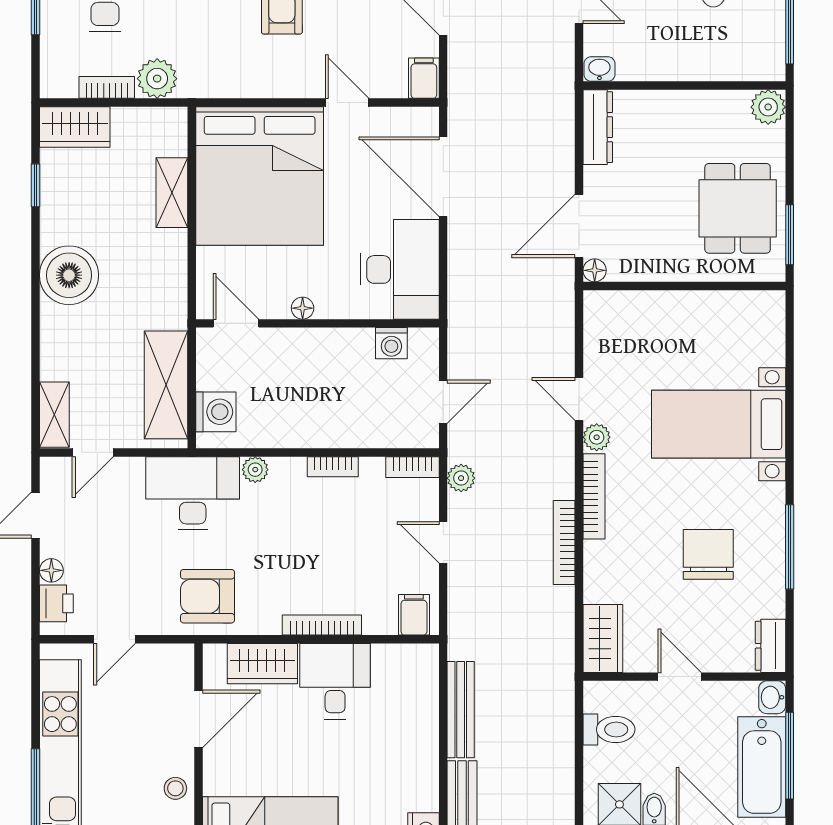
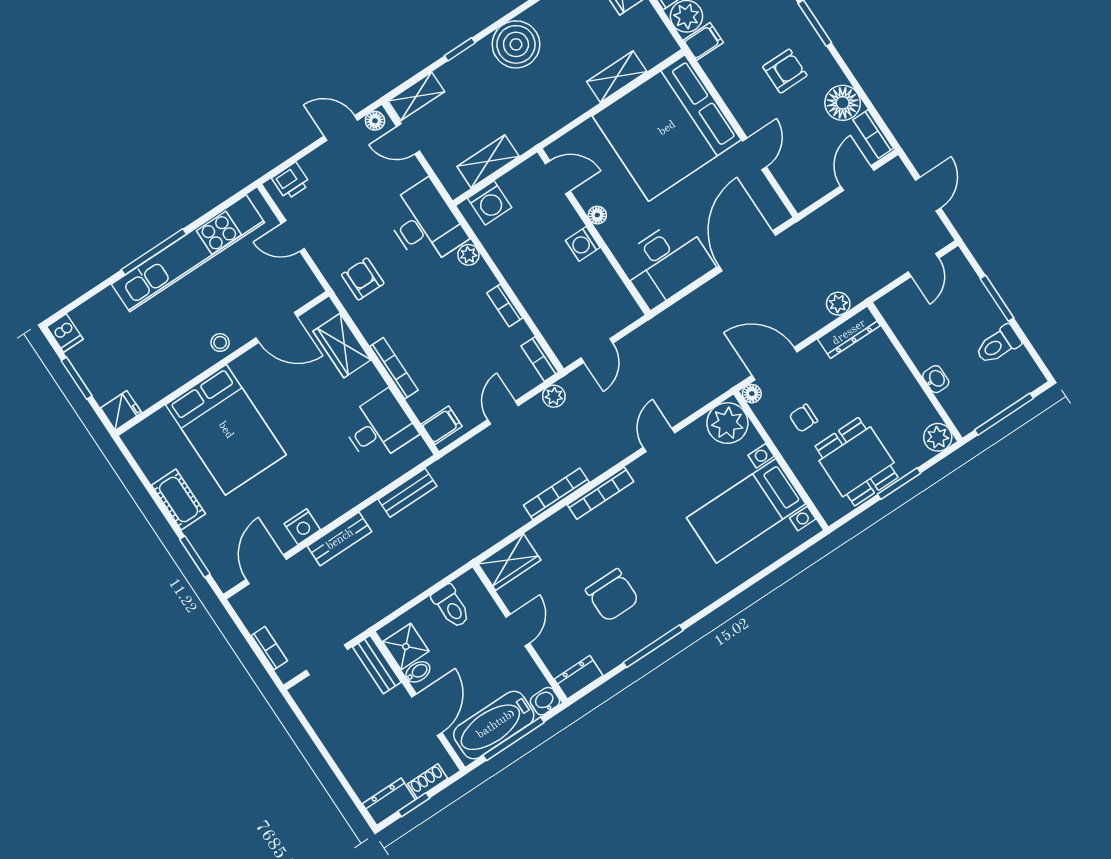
washbasin: (599, 69) -> (936, 379), moved
filing cabinet: (424, 78) -> (703, 41), moved
plant: (561, 119) -> (838, 304), added
dining table: (738, 208) -> (857, 462), turned 90
chair: (656, 234) -> (803, 418), added
window: (790, 235) -> (899, 484), moved
door: (236, 323) -> (558, 177), hinge flipped
window: (35, 337) -> (460, 49), added
washing machine: (391, 343) -> (583, 244), moved
shelving: (166, 385) -> (488, 161), width x0.67, depth x0.75
door: (443, 402) -> (597, 350), hinge flipped
bed with nightstands: (719, 424) -> (746, 511), moved, turned -90
plant: (597, 437) -> (727, 423), moved, width x1.88, depth x1.88
chair: (708, 554) -> (612, 595), turned 90
floor lamp: (51, 570) -> (375, 121), moved
armchair: (208, 596) -> (363, 279), width x0.72, depth x0.72
desk: (335, 681) -> (379, 427), moved
bench: (461, 710) -> (408, 493), width x0.73

